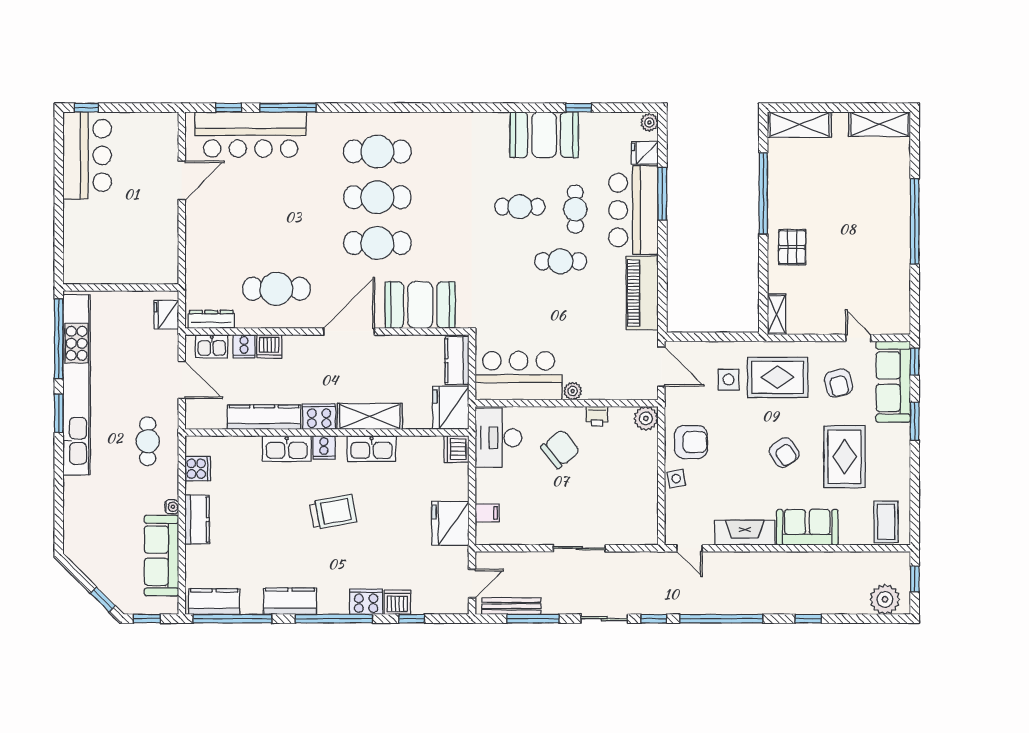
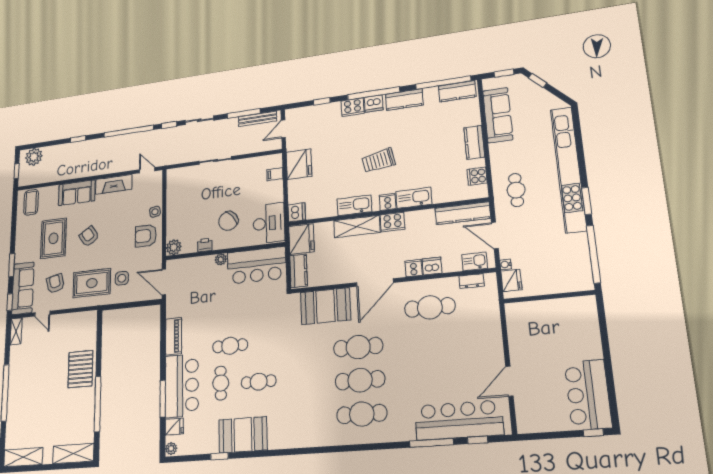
pallet: (792, 247) -> (80, 369), width x1.50, depth x1.42
piano: (642, 293) -> (174, 336), width x0.73, depth x0.75
shelving: (777, 314) -> (16, 331), moved
dresser: (211, 319) -> (471, 281), width x0.70
cooker: (244, 346) -> (414, 268), moved
kitchen unit: (77, 385) -> (568, 169), moved
kitchen counter: (264, 417) -> (463, 213), moved
water cooler: (172, 507) -> (505, 264), moved
dishwasher: (397, 602) -> (374, 104), moved

